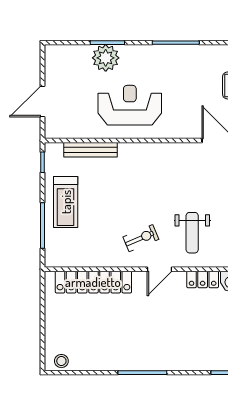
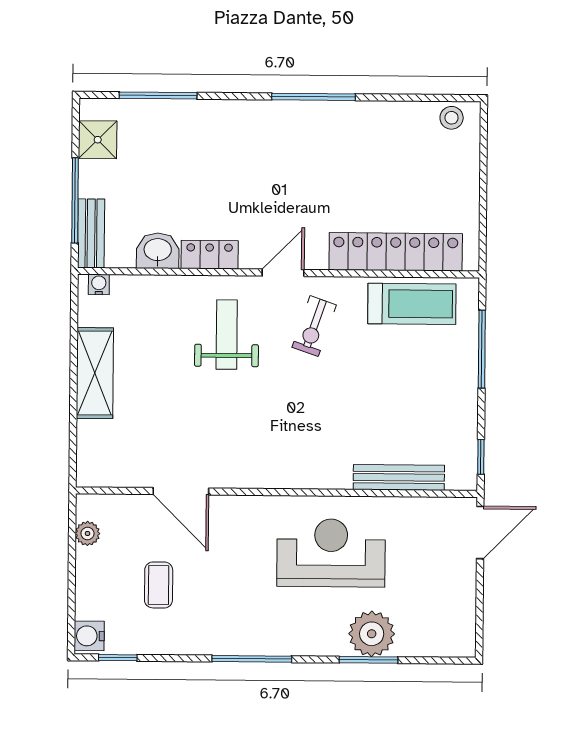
door: (42, 102) -> (480, 533), moved
reception desk: (130, 105) -> (331, 553), turned 180
treadmill: (66, 202) -> (412, 304), moved, turned 90
exercise bike: (141, 238) -> (314, 326), turned -48

